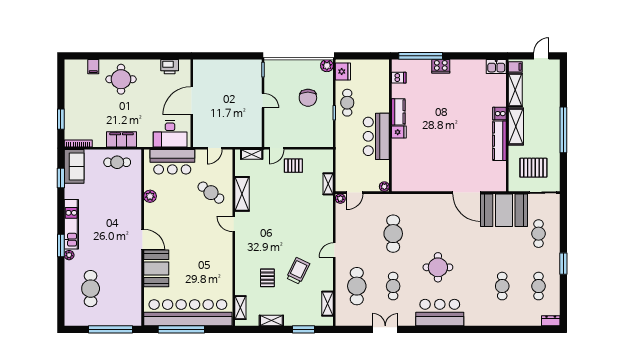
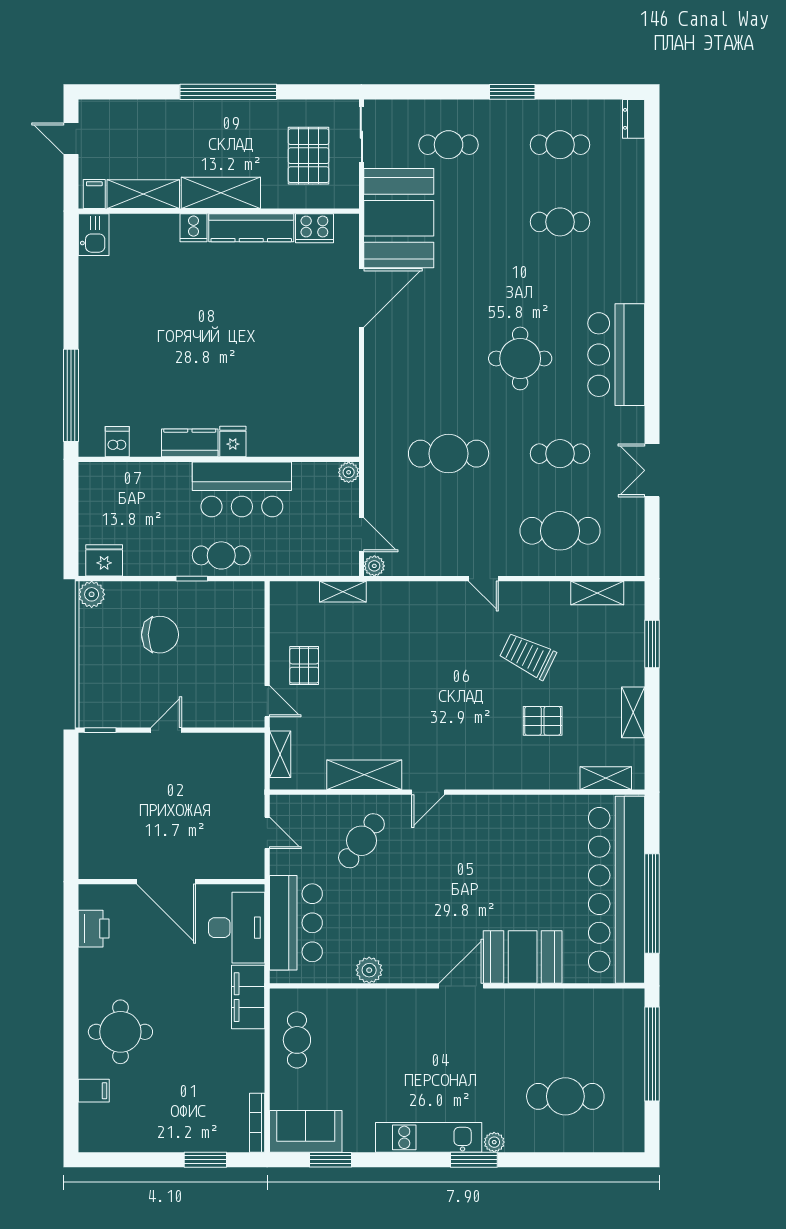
cooker: (441, 66) -> (314, 228), moved, turned 90
cafe table: (347, 103) -> (221, 555), moved
filing cabinet: (121, 139) -> (248, 997), moved

